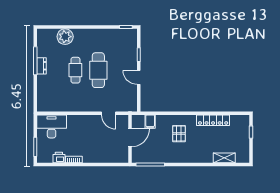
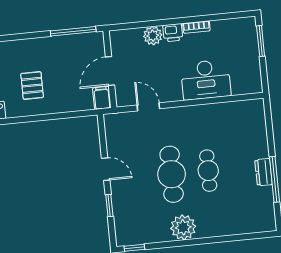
plant: (65, 37) -> (183, 227), moved
filing cabinet: (150, 122) -> (102, 98), moved
desk: (52, 126) -> (206, 80), moved
printer: (59, 157) -> (173, 33), moved
plant: (101, 157) -> (153, 36), added

